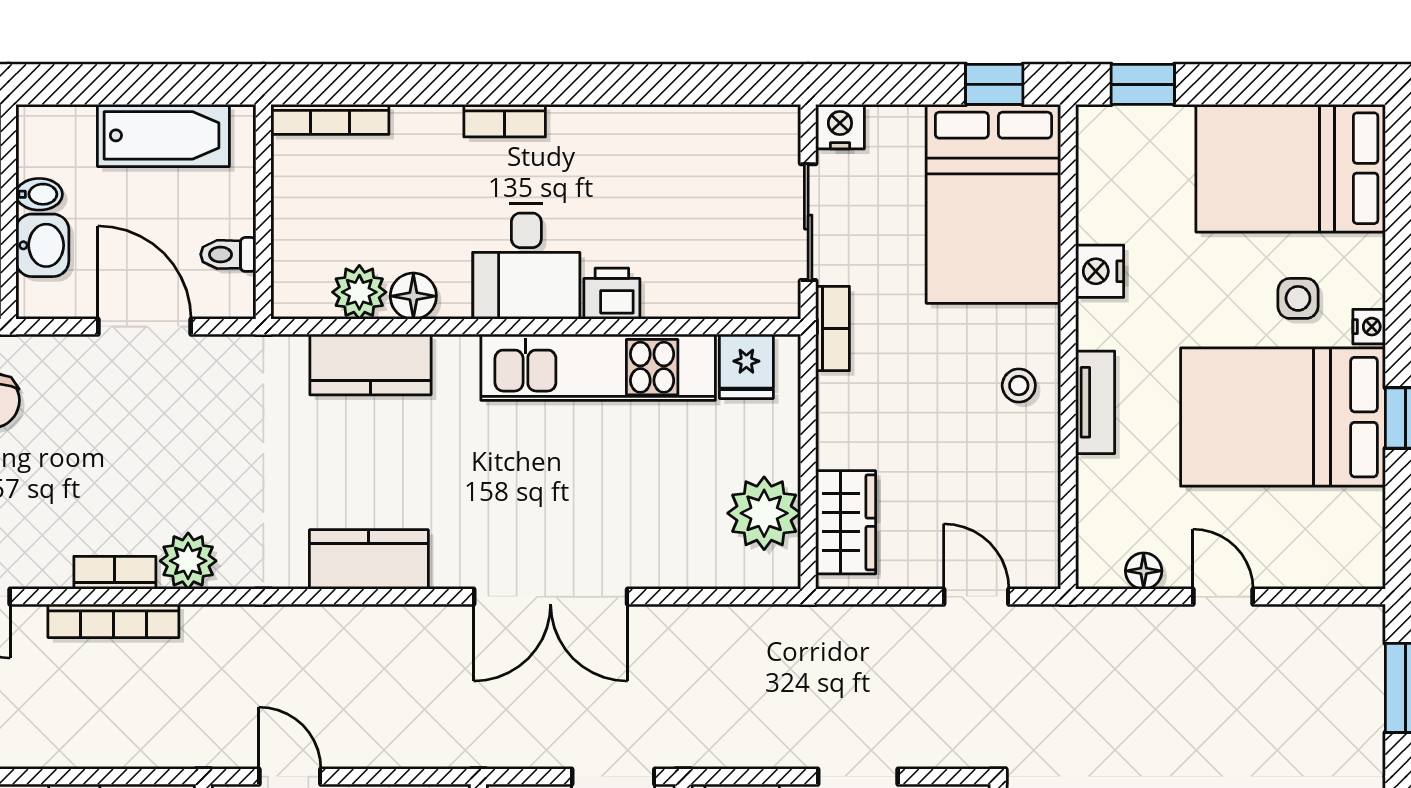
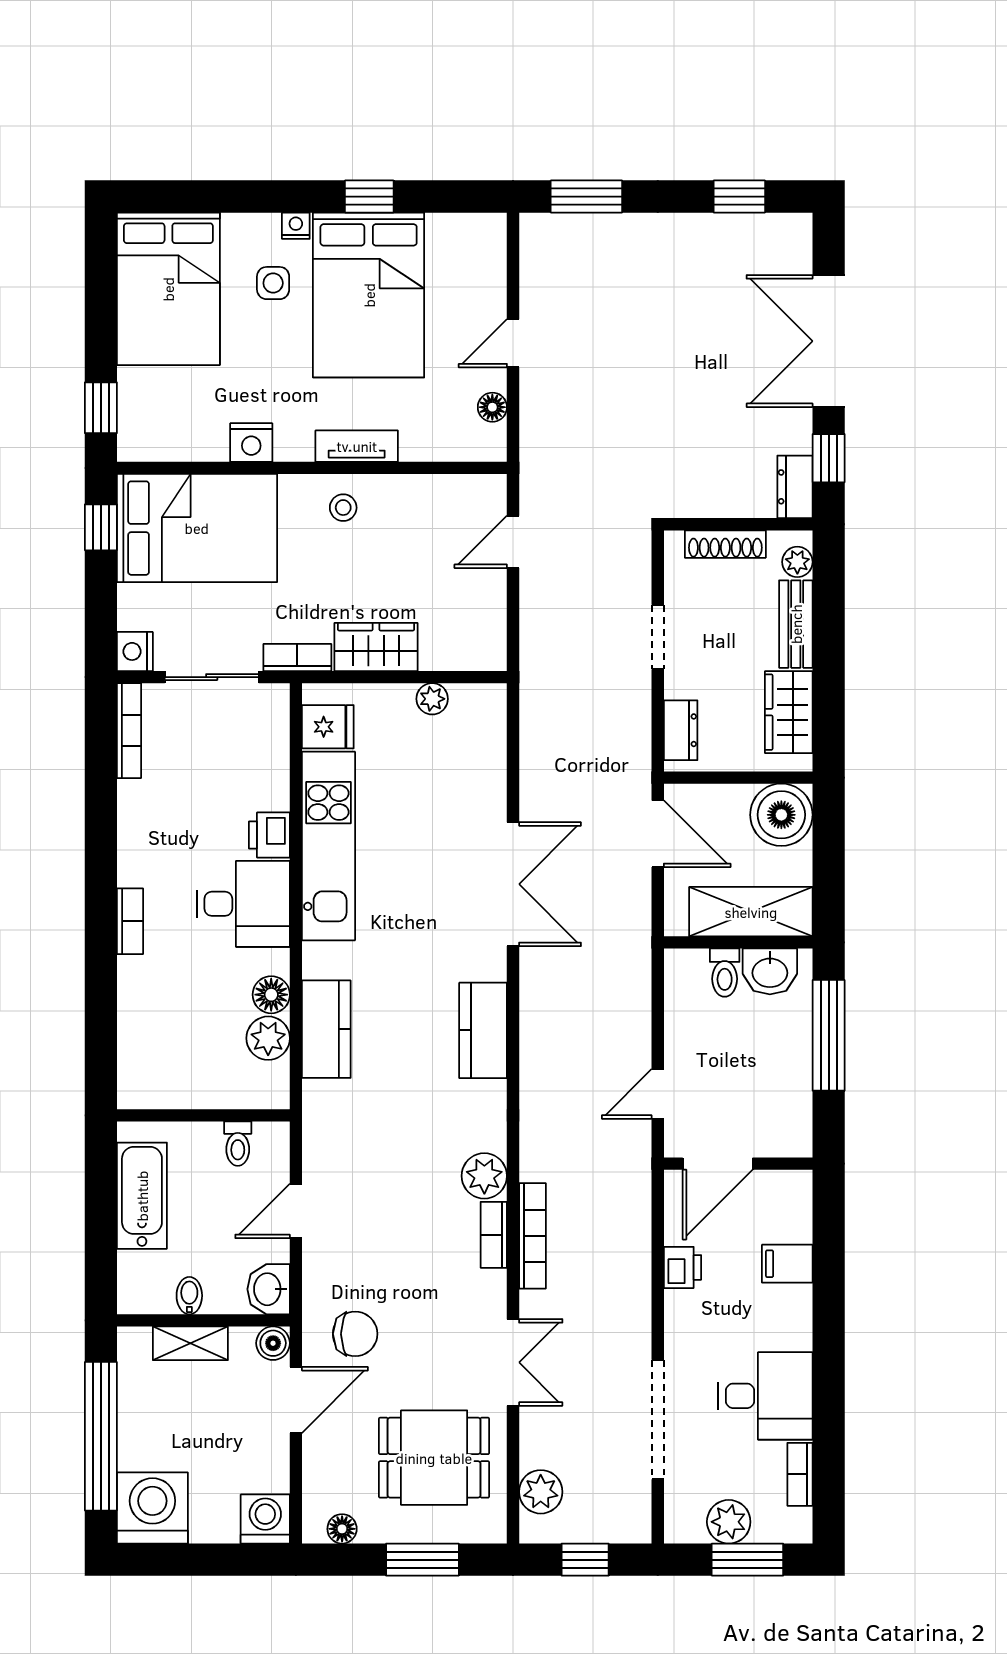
bookcase: (330, 119) -> (129, 731), moved
washbasin: (42, 245) -> (269, 1289), moved, turned -90
door: (144, 327) -> (296, 1211), width x0.73
plant: (764, 513) -> (432, 699), width x0.53, depth x0.53
wardrobe: (846, 522) -> (376, 647), moved

